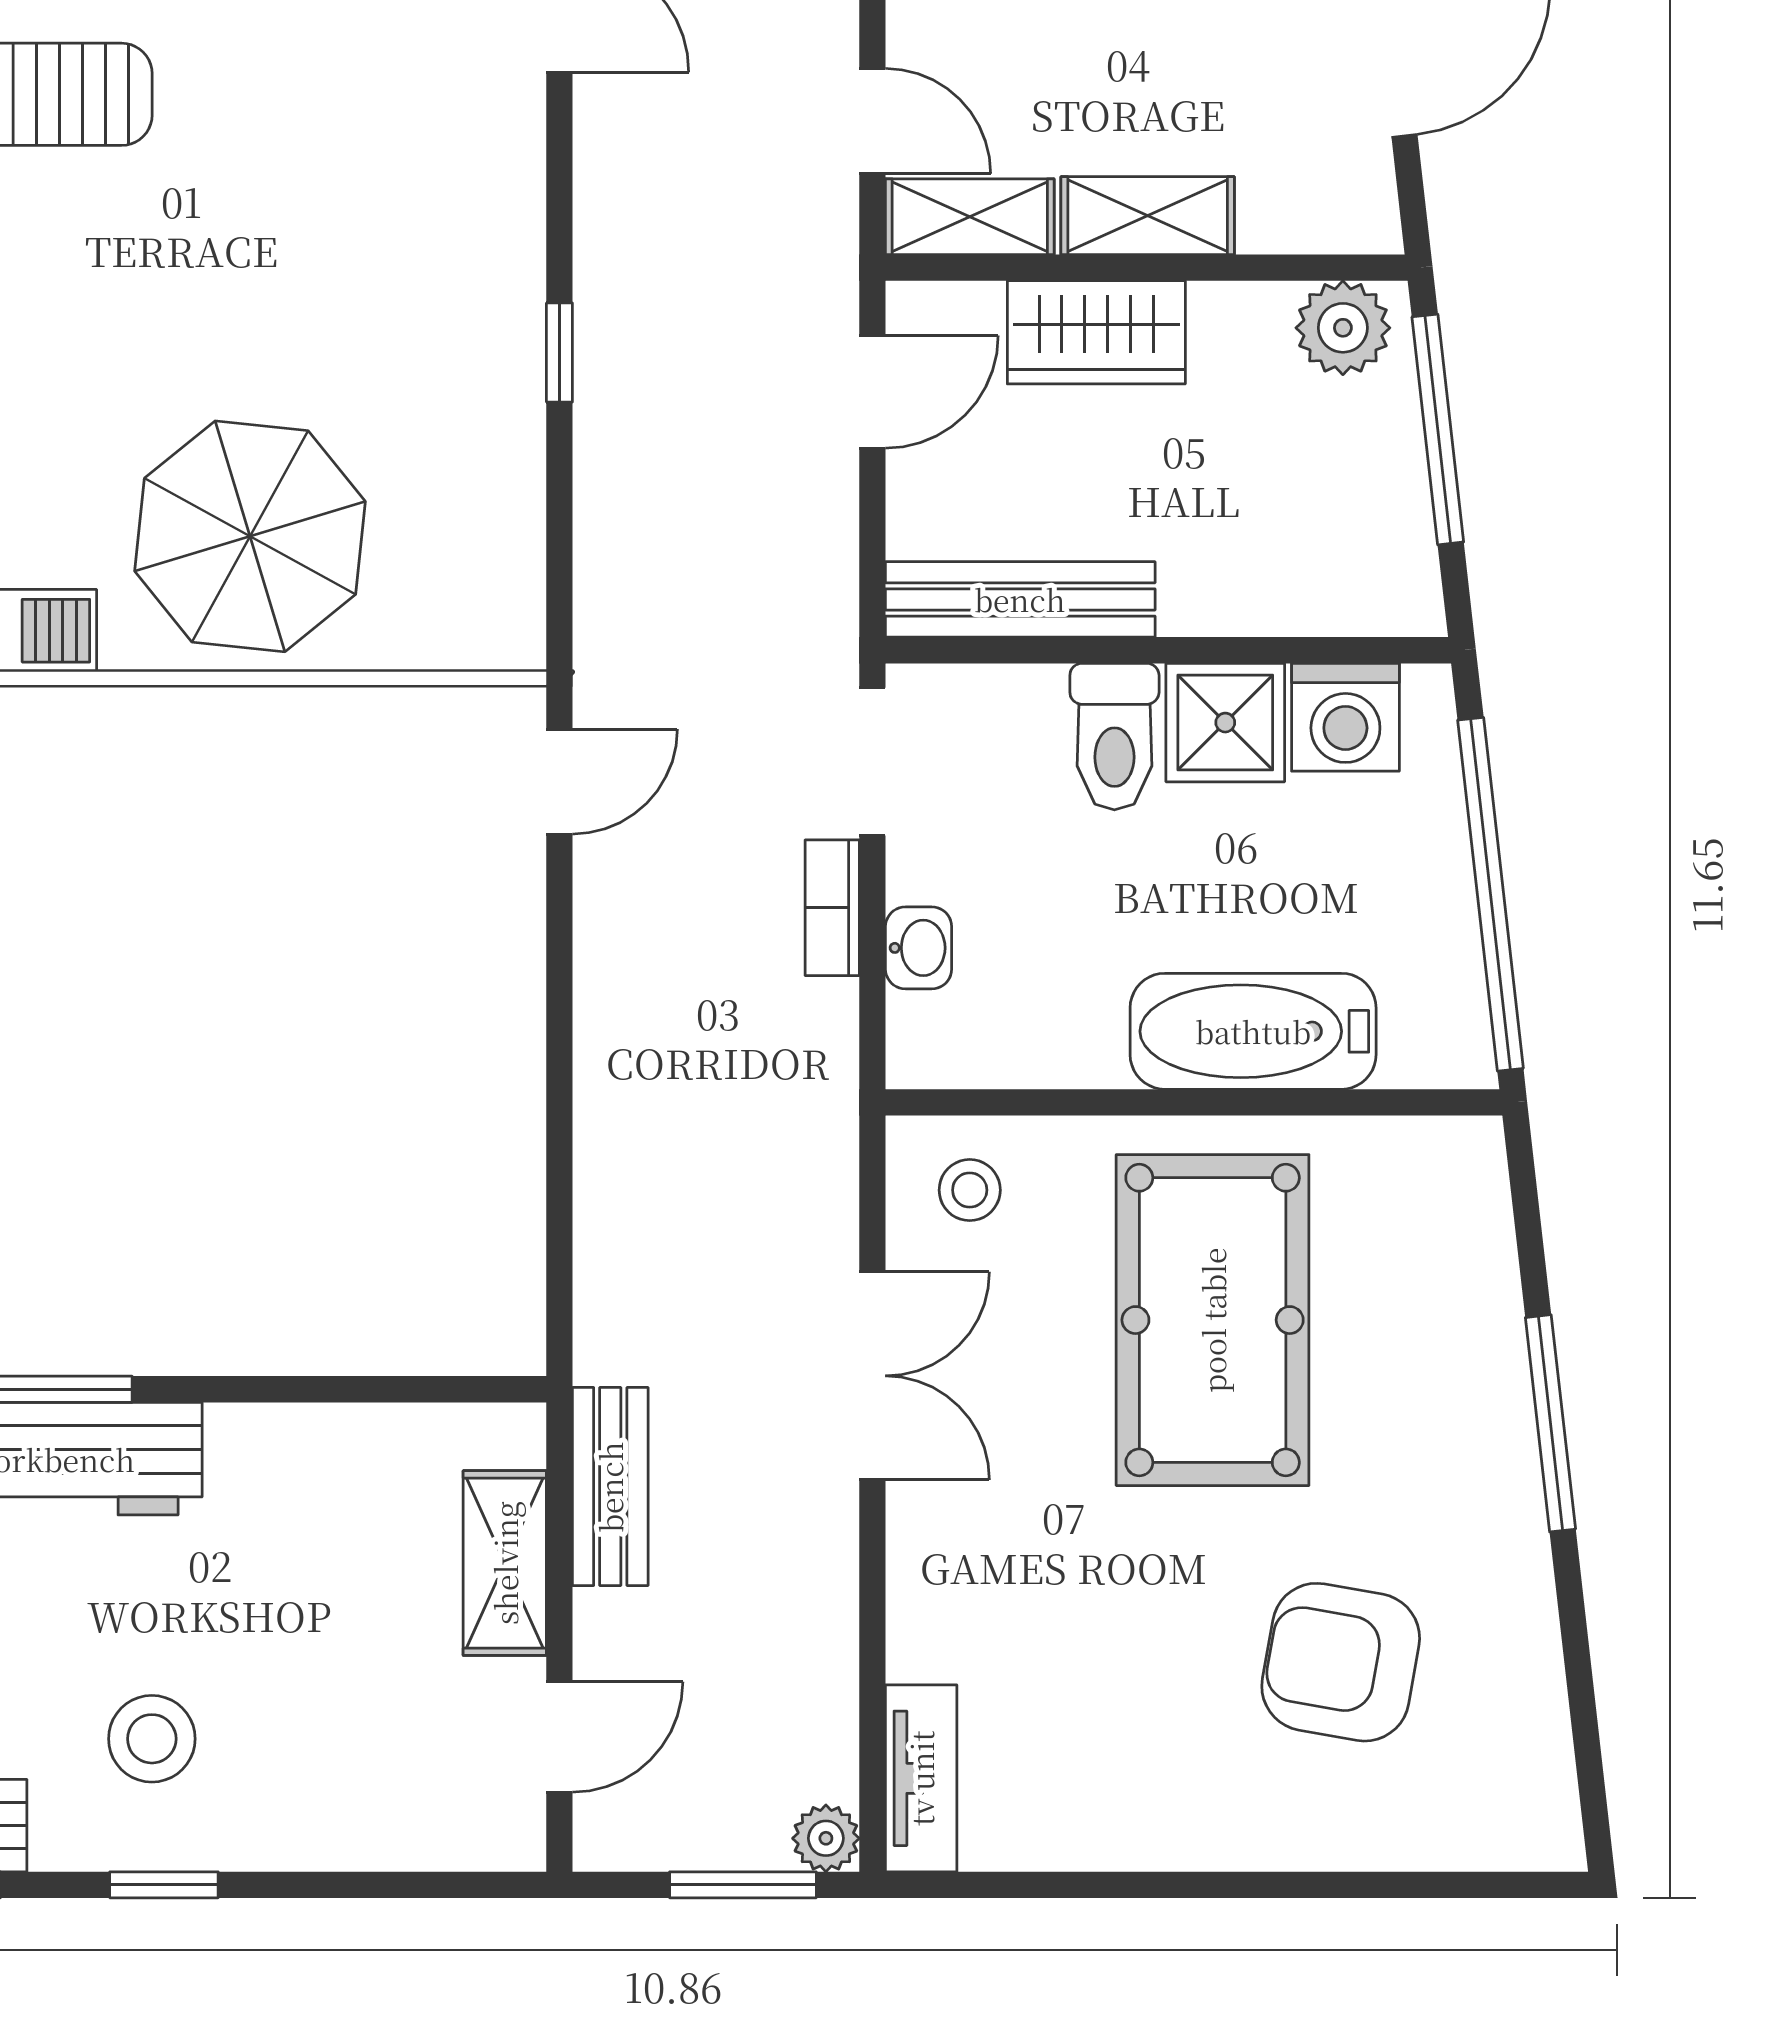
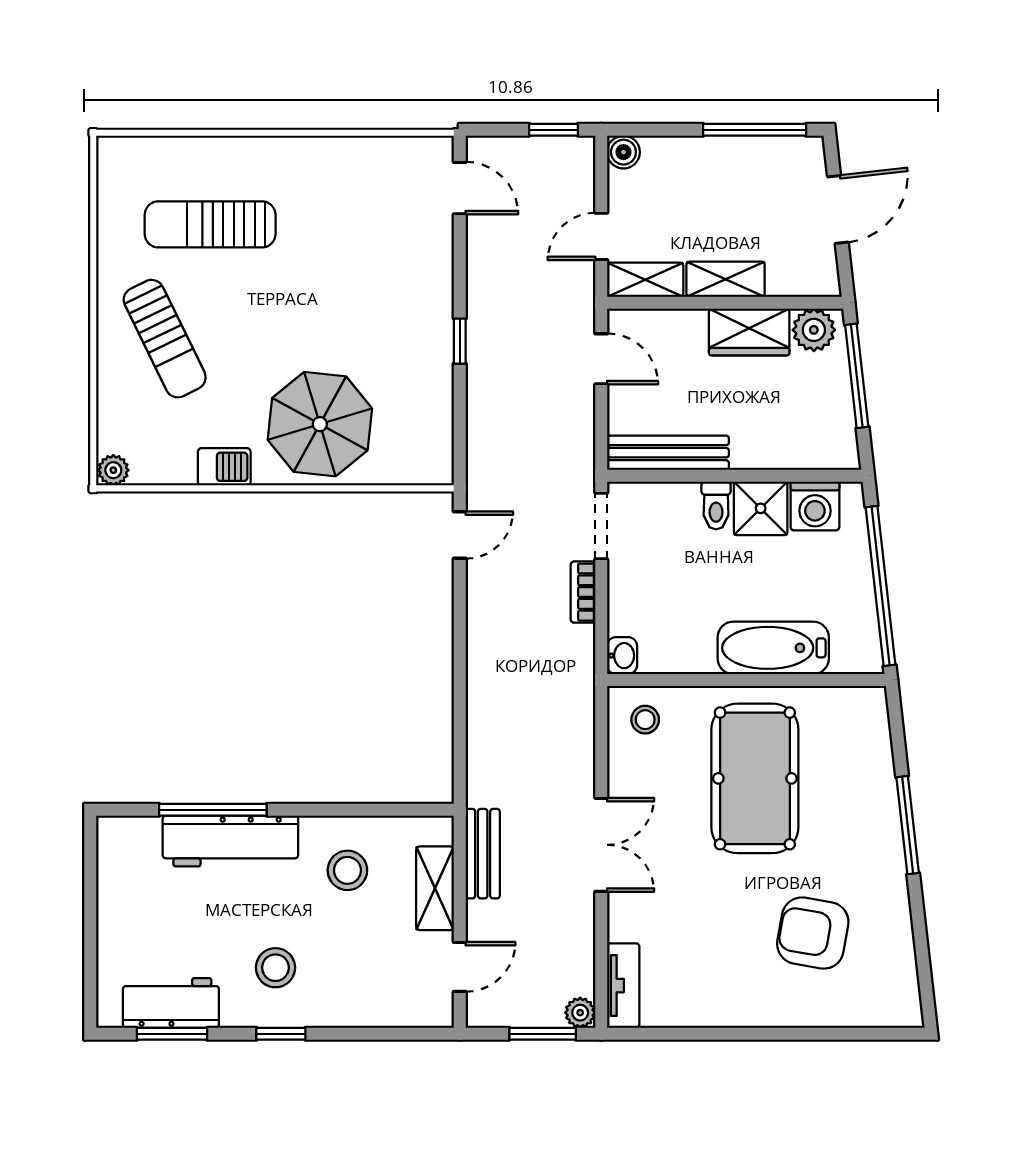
door: (872, 121) -> (601, 236), swing flipped
wardrobe: (1096, 332) -> (749, 332), moved
door: (872, 392) -> (601, 359), hinge flipped
toilet: (1114, 737) -> (716, 505), width x0.73, depth x0.72
washbasin: (919, 948) -> (622, 656), moved
double door: (872, 1376) -> (601, 845), moved
stool: (311, 1524) -> (347, 870), added

